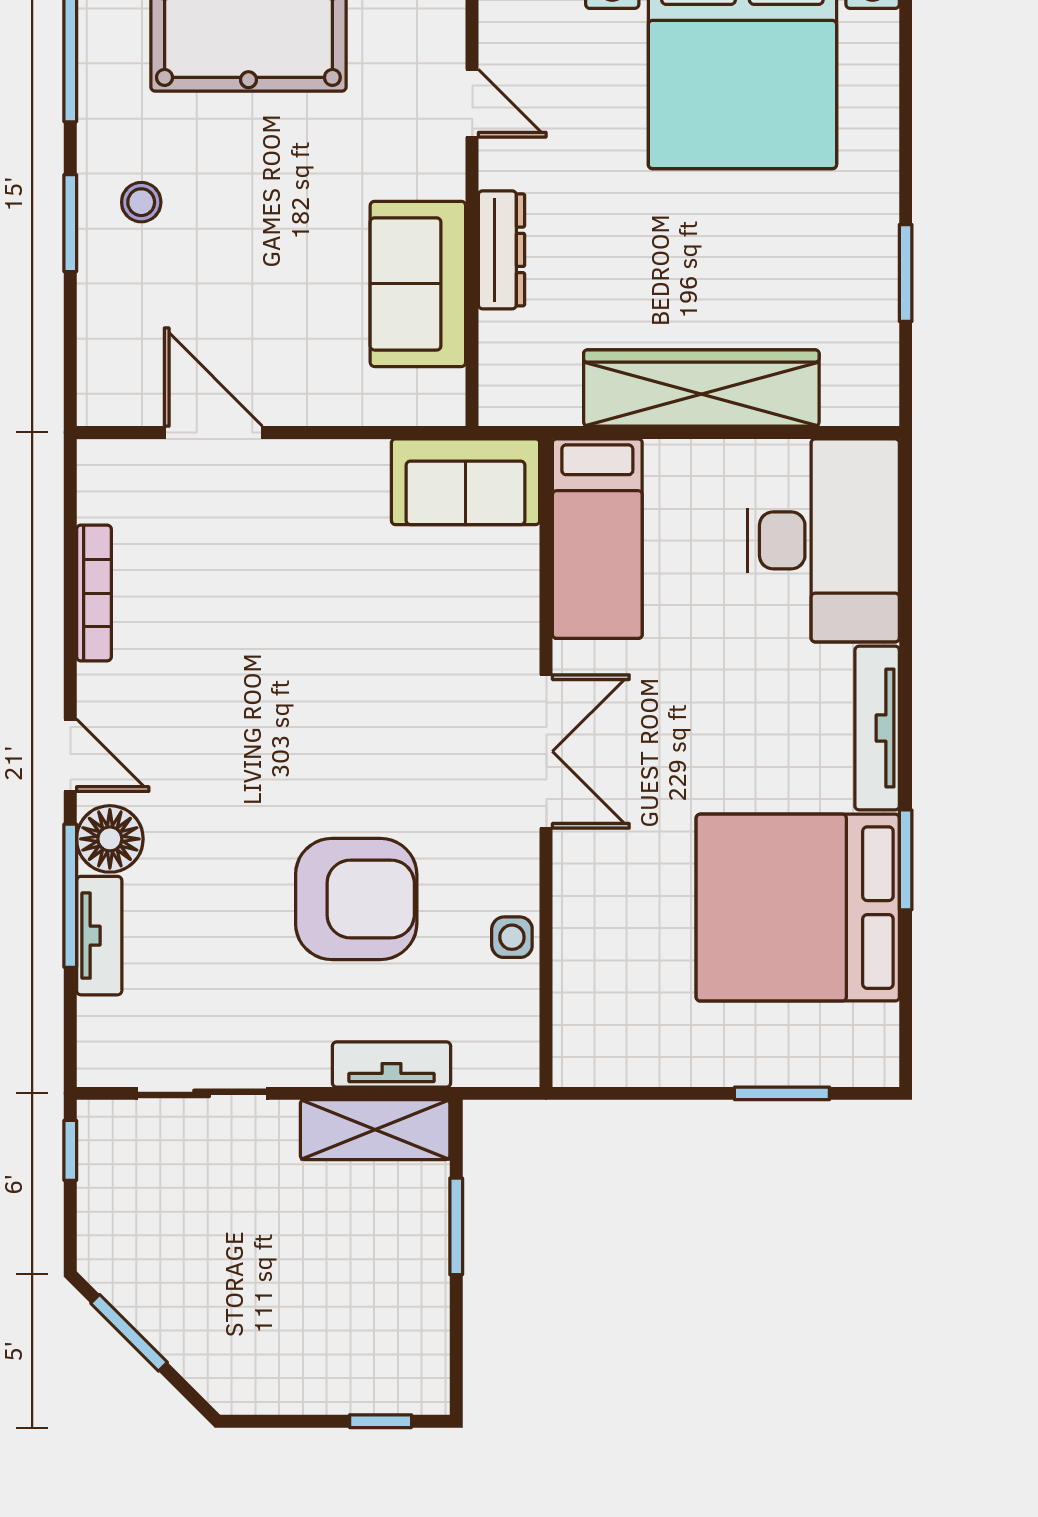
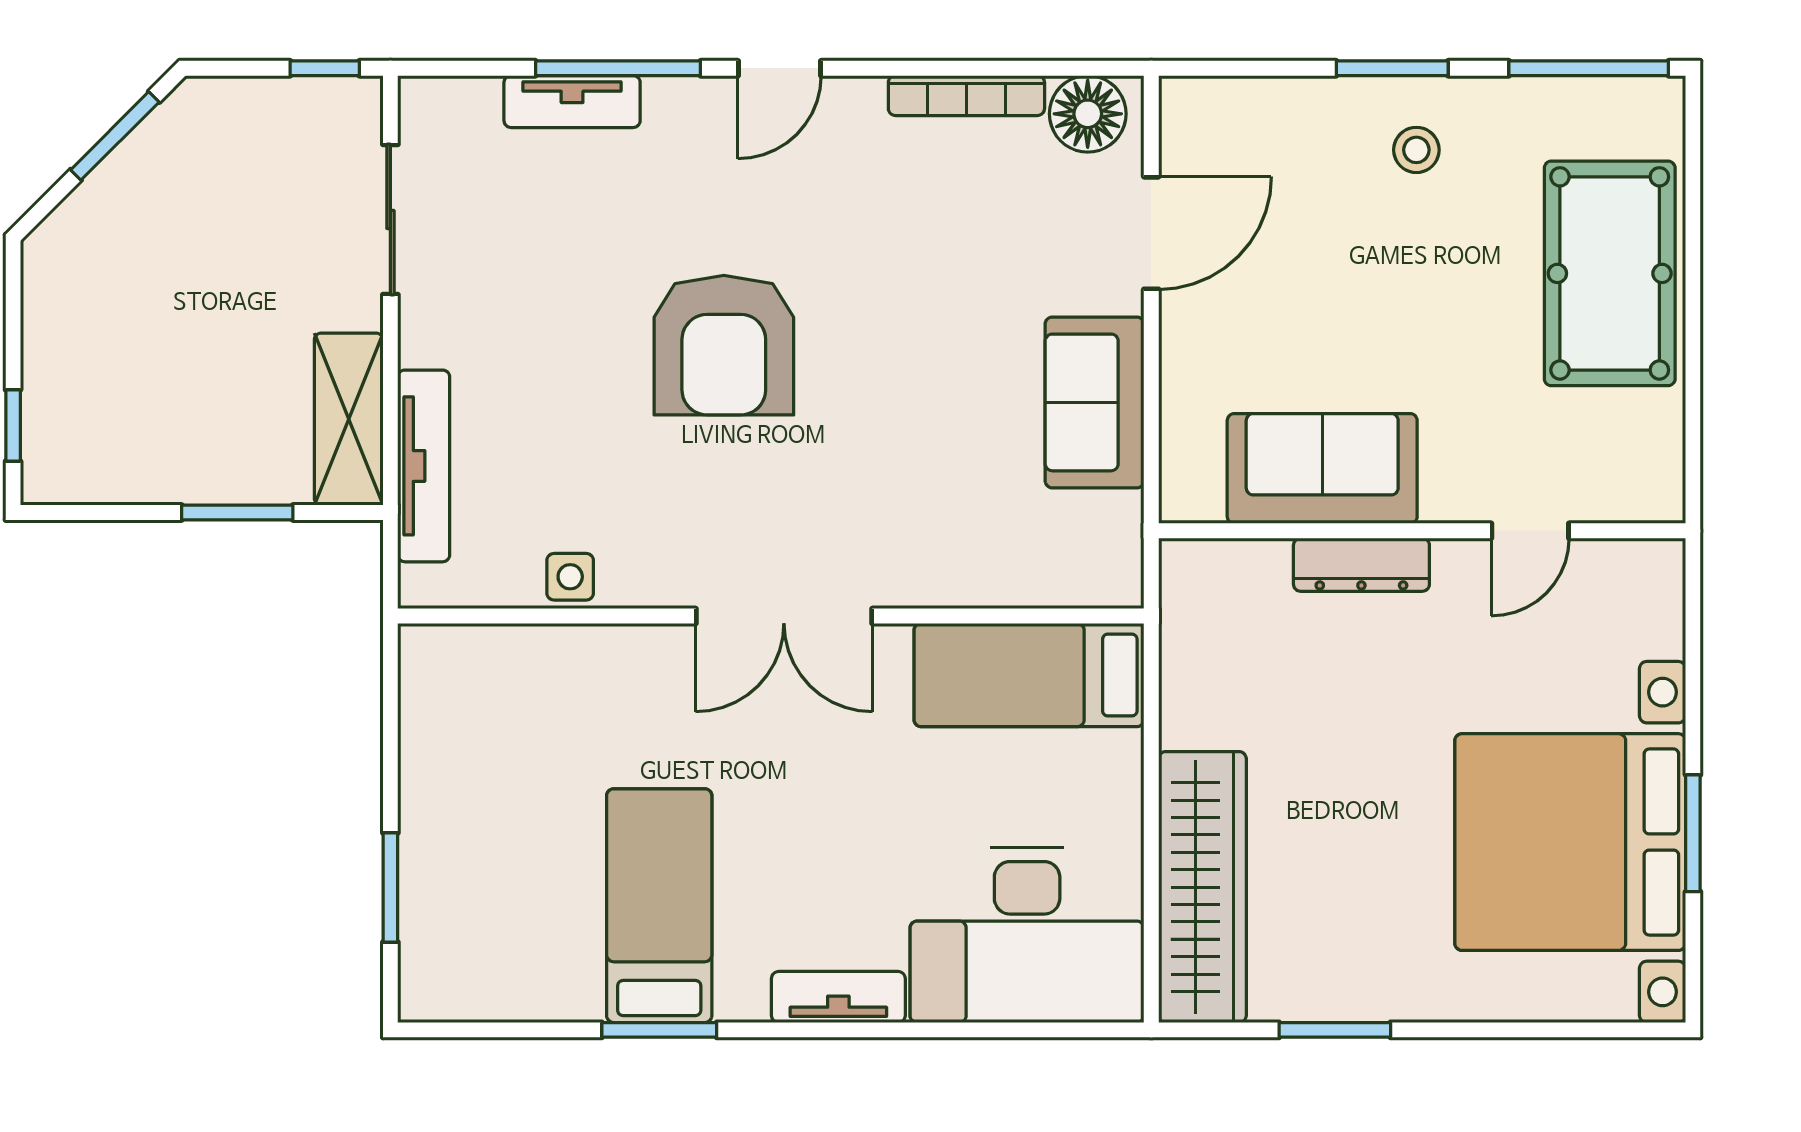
wardrobe: (701, 388) -> (1202, 887), moved
sofa: (466, 482) -> (1095, 402), moved
tv unit: (877, 728) -> (838, 997), width x0.71
floor lamp: (110, 839) -> (1088, 114), moved
armchair: (356, 899) -> (724, 345), moved
bed: (798, 908) -> (659, 906), width x0.49
tv unit: (392, 1064) -> (424, 466), width x1.41

